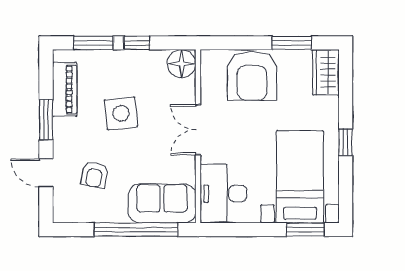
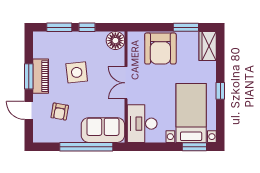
piano: (65, 89) -> (41, 76), moved

